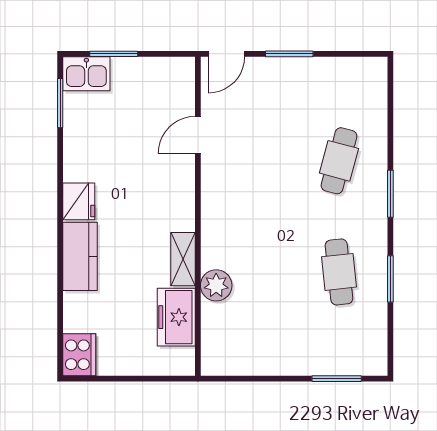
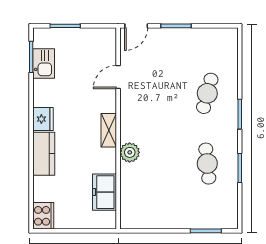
kitchen sink: (86, 74) -> (44, 64), moved, turned -90
shelving: (183, 259) -> (109, 130), moved
plant: (216, 285) -> (130, 152), moved

